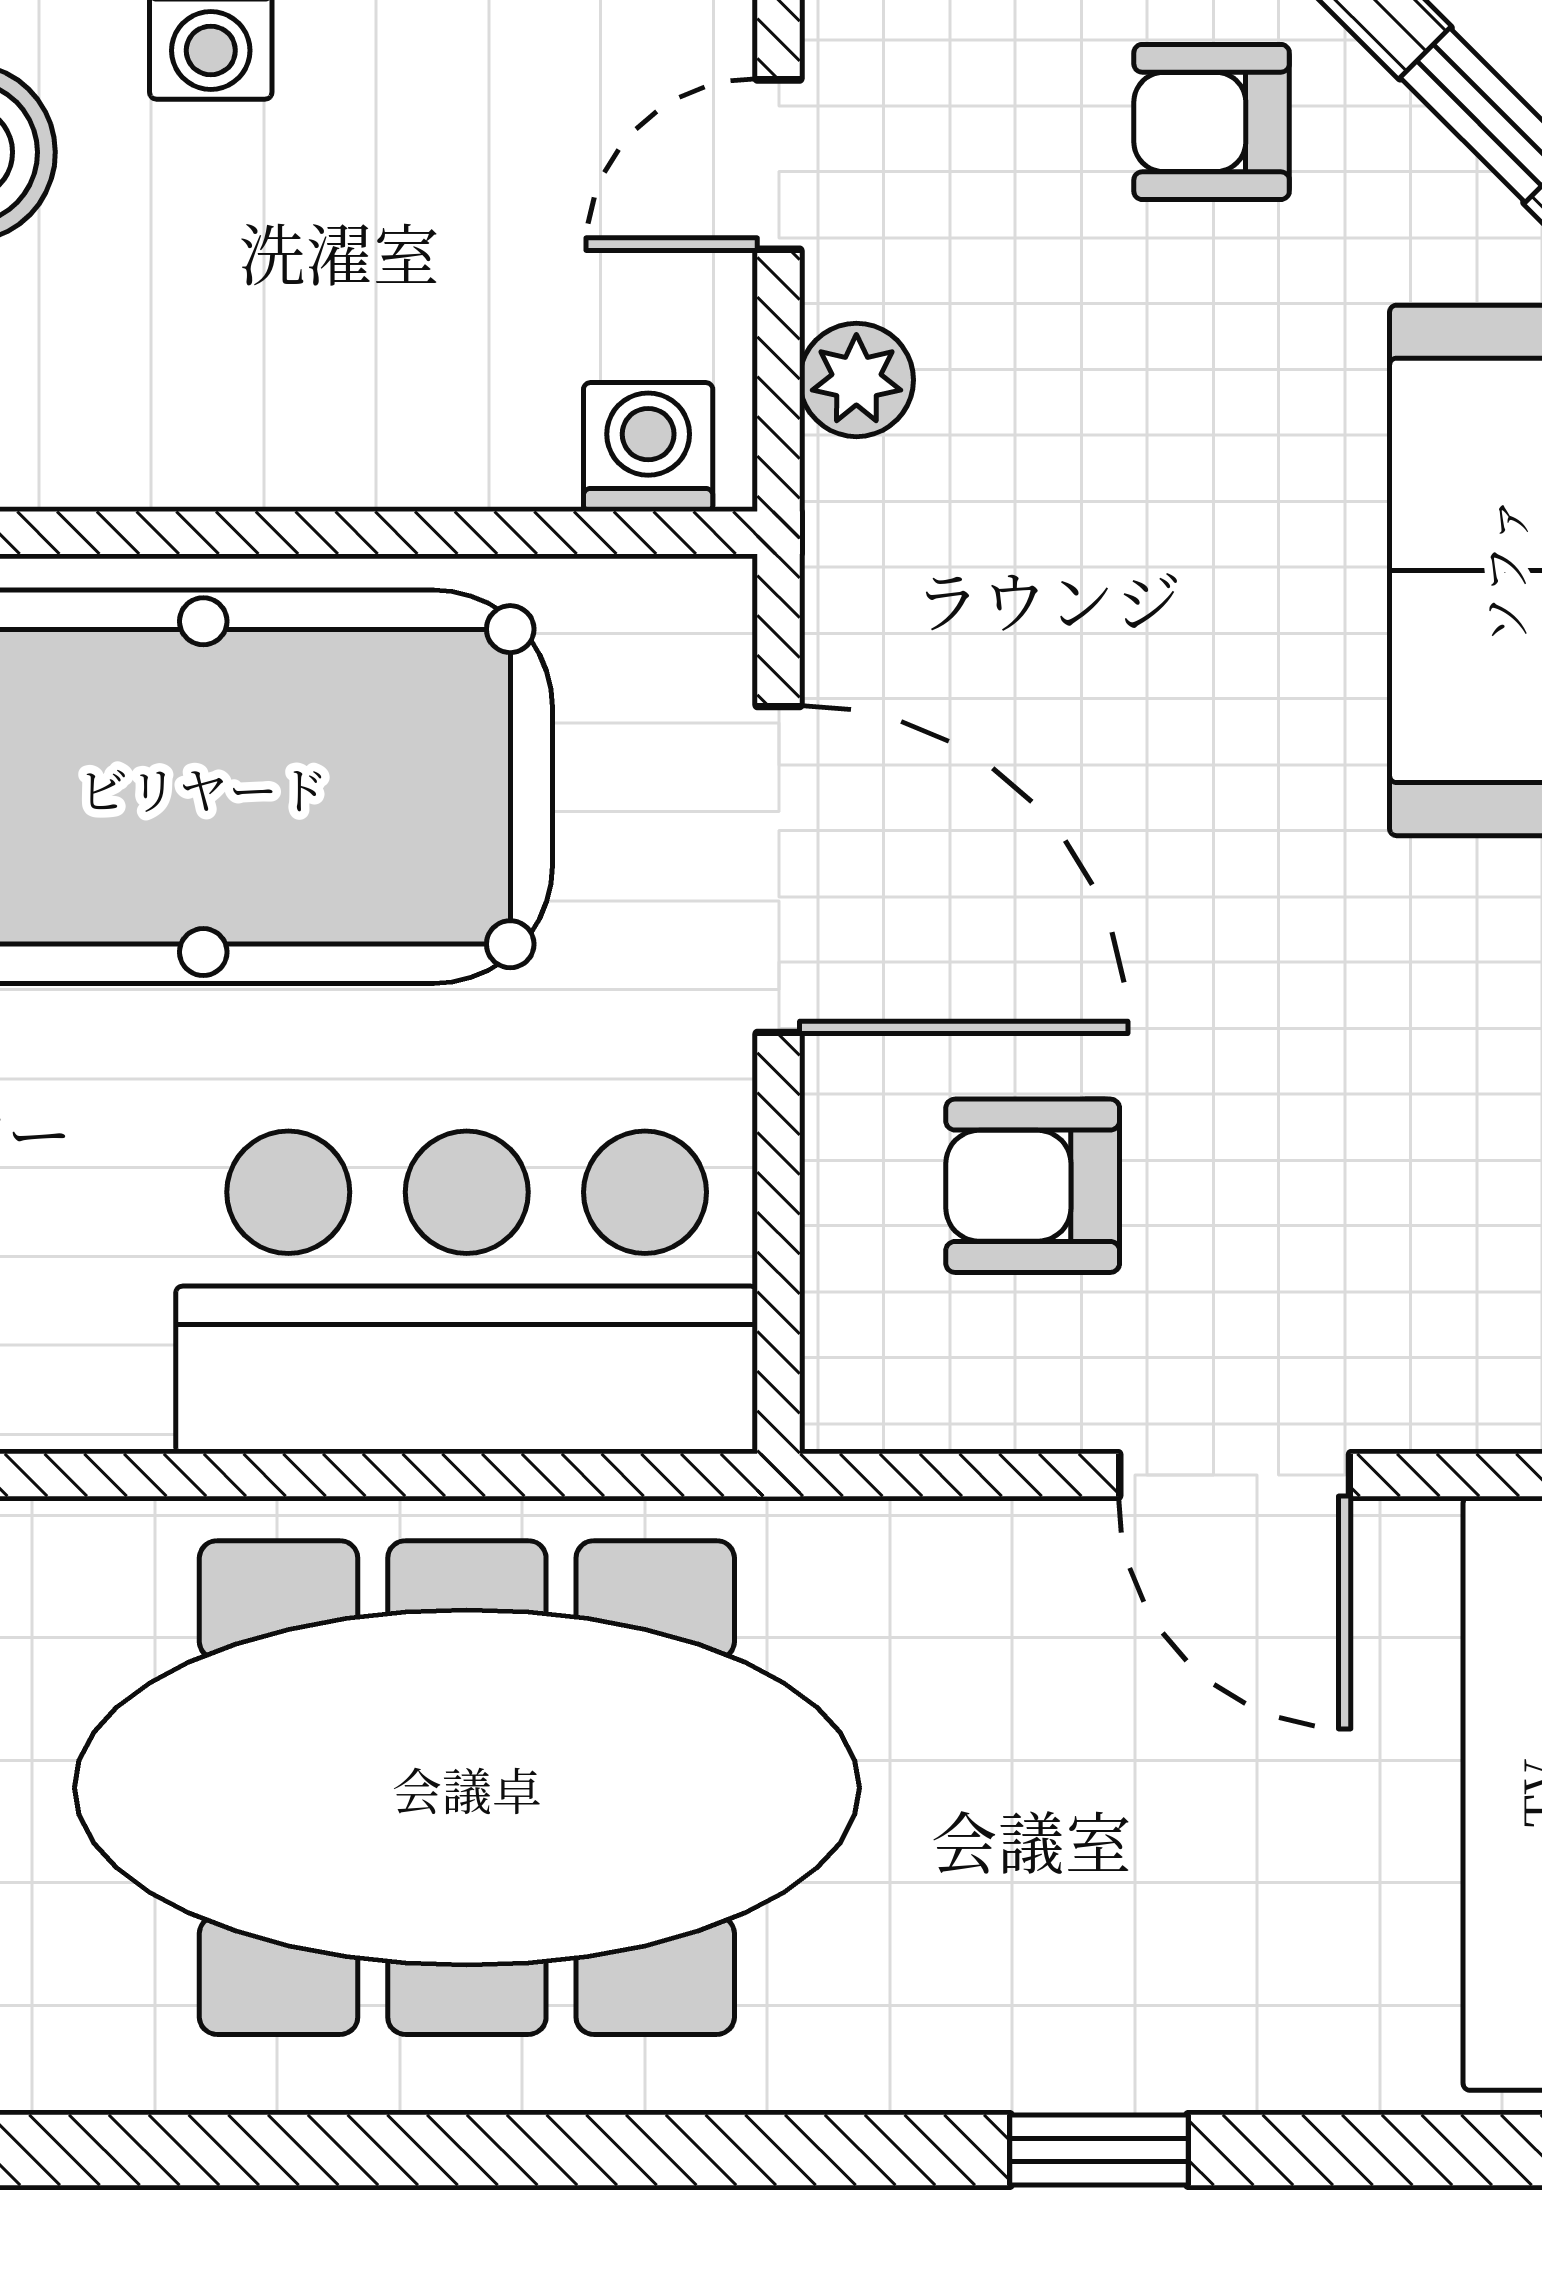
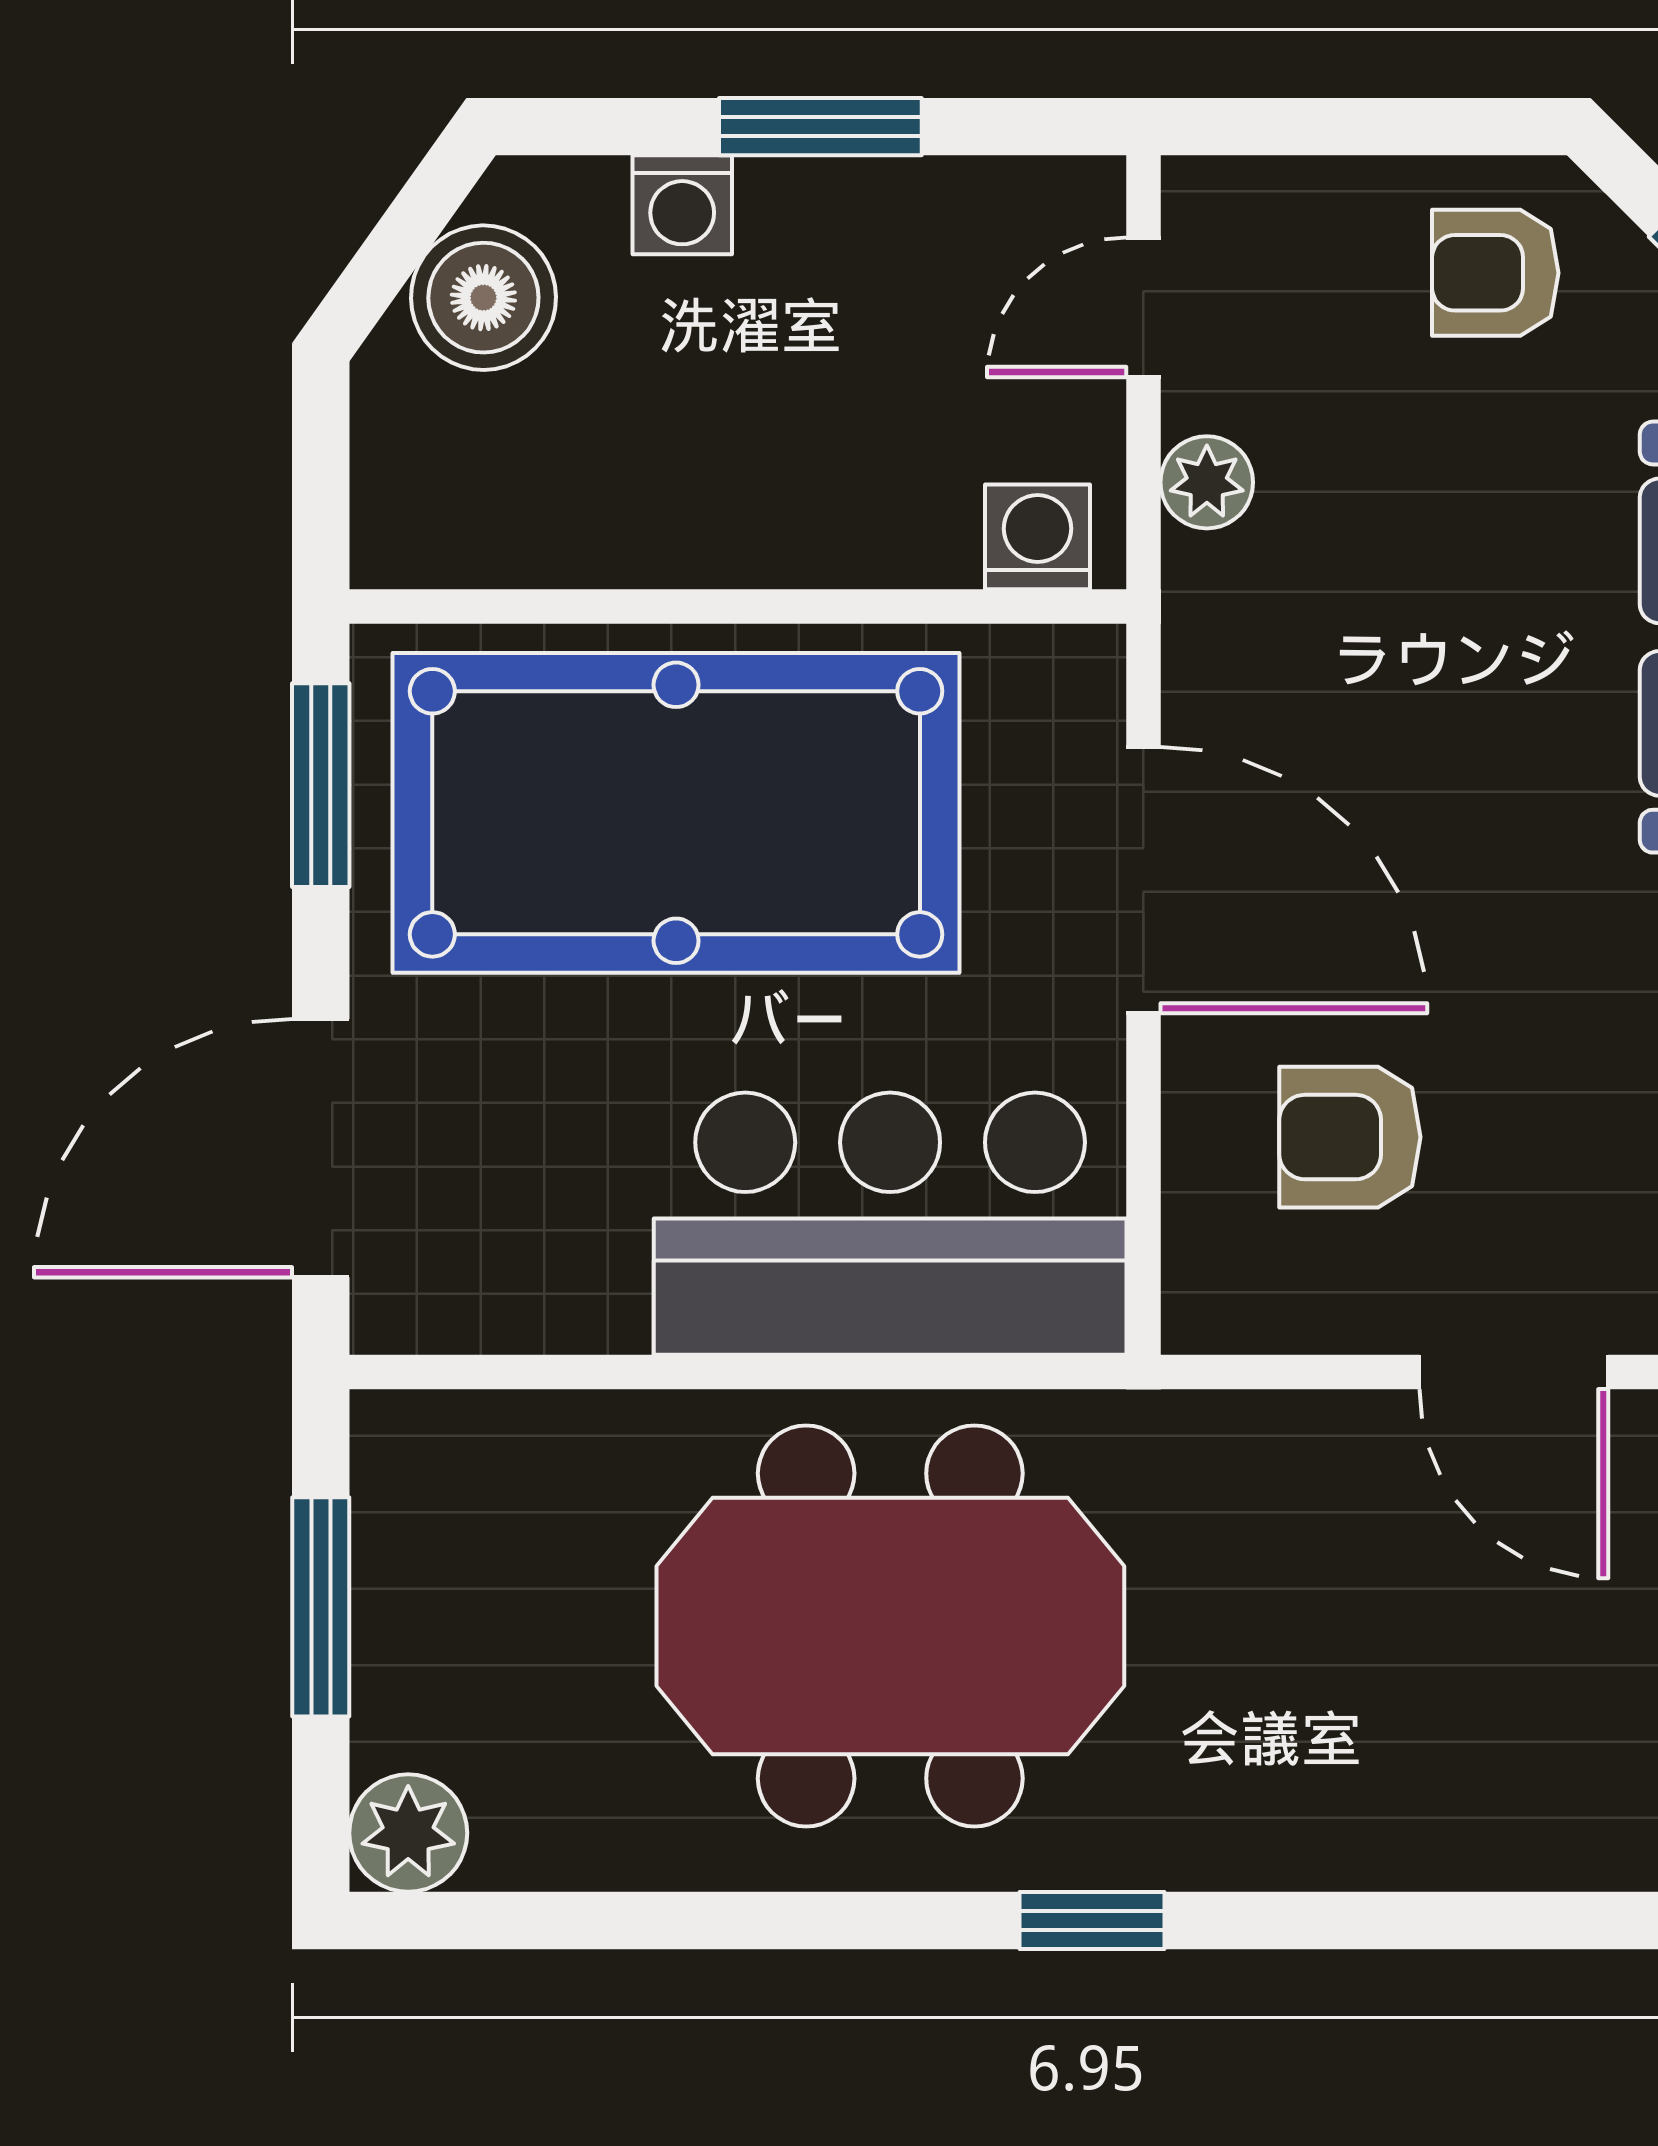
meeting table: (467, 1788) -> (890, 1626), width x0.73
window: (1099, 2150) -> (1092, 1920), moved

